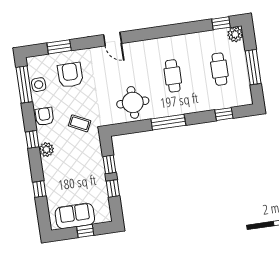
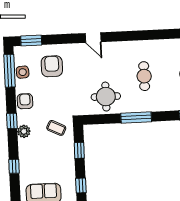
window: (59, 47) -> (31, 40), moved
coffee table: (80, 123) -> (56, 128), moved
window: (113, 188) -> (81, 185), moved

